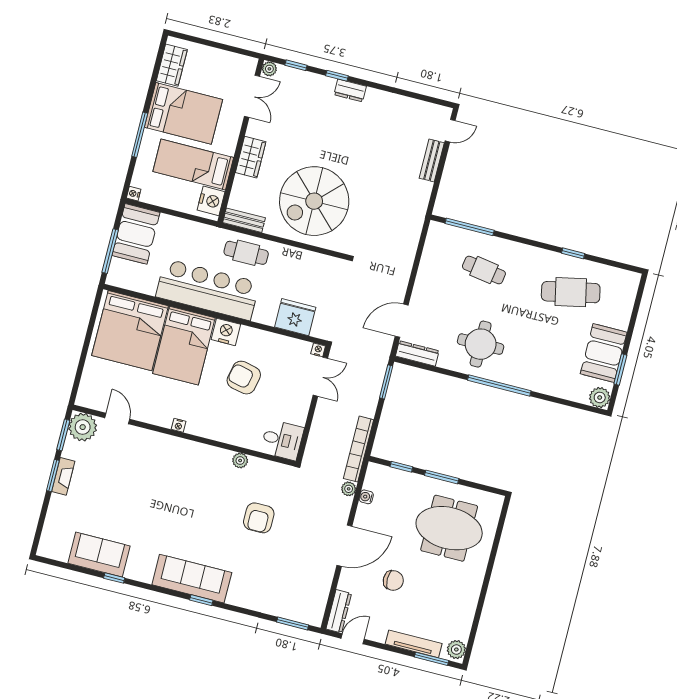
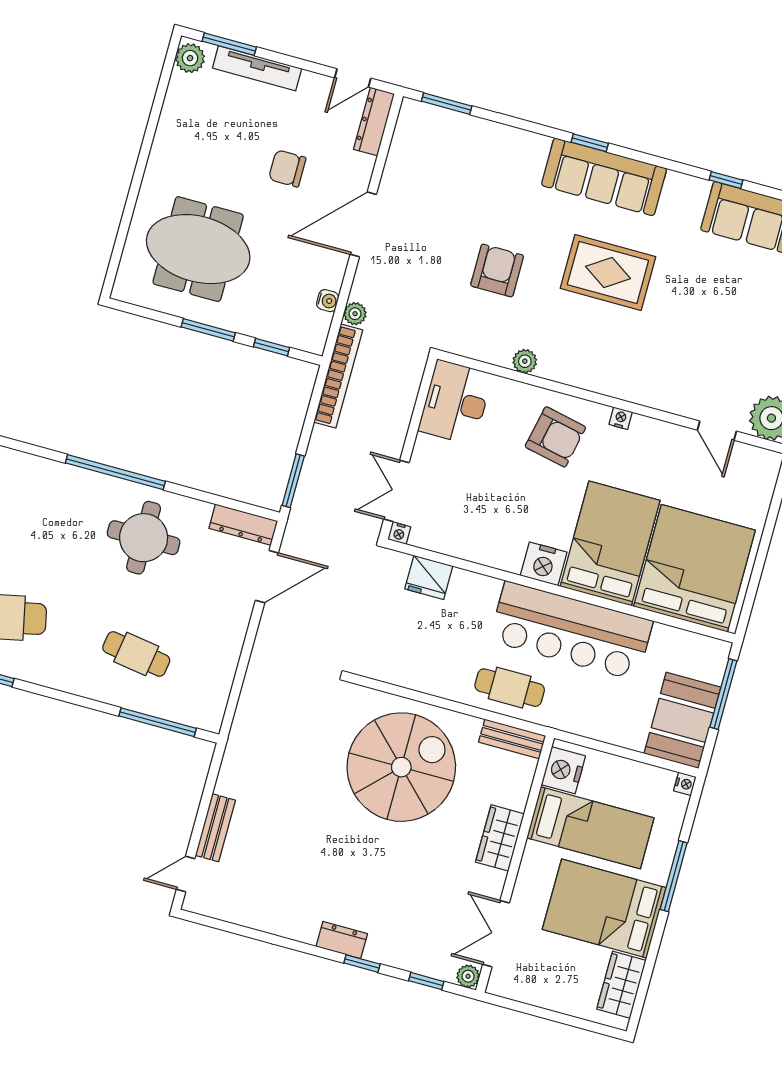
fridge: (295, 317) -> (429, 577), width x0.73, depth x0.75
armchair: (244, 378) -> (555, 437), moved
desk: (282, 440) -> (455, 402), width x1.37
rug: (188, 518) -> (608, 272), added

